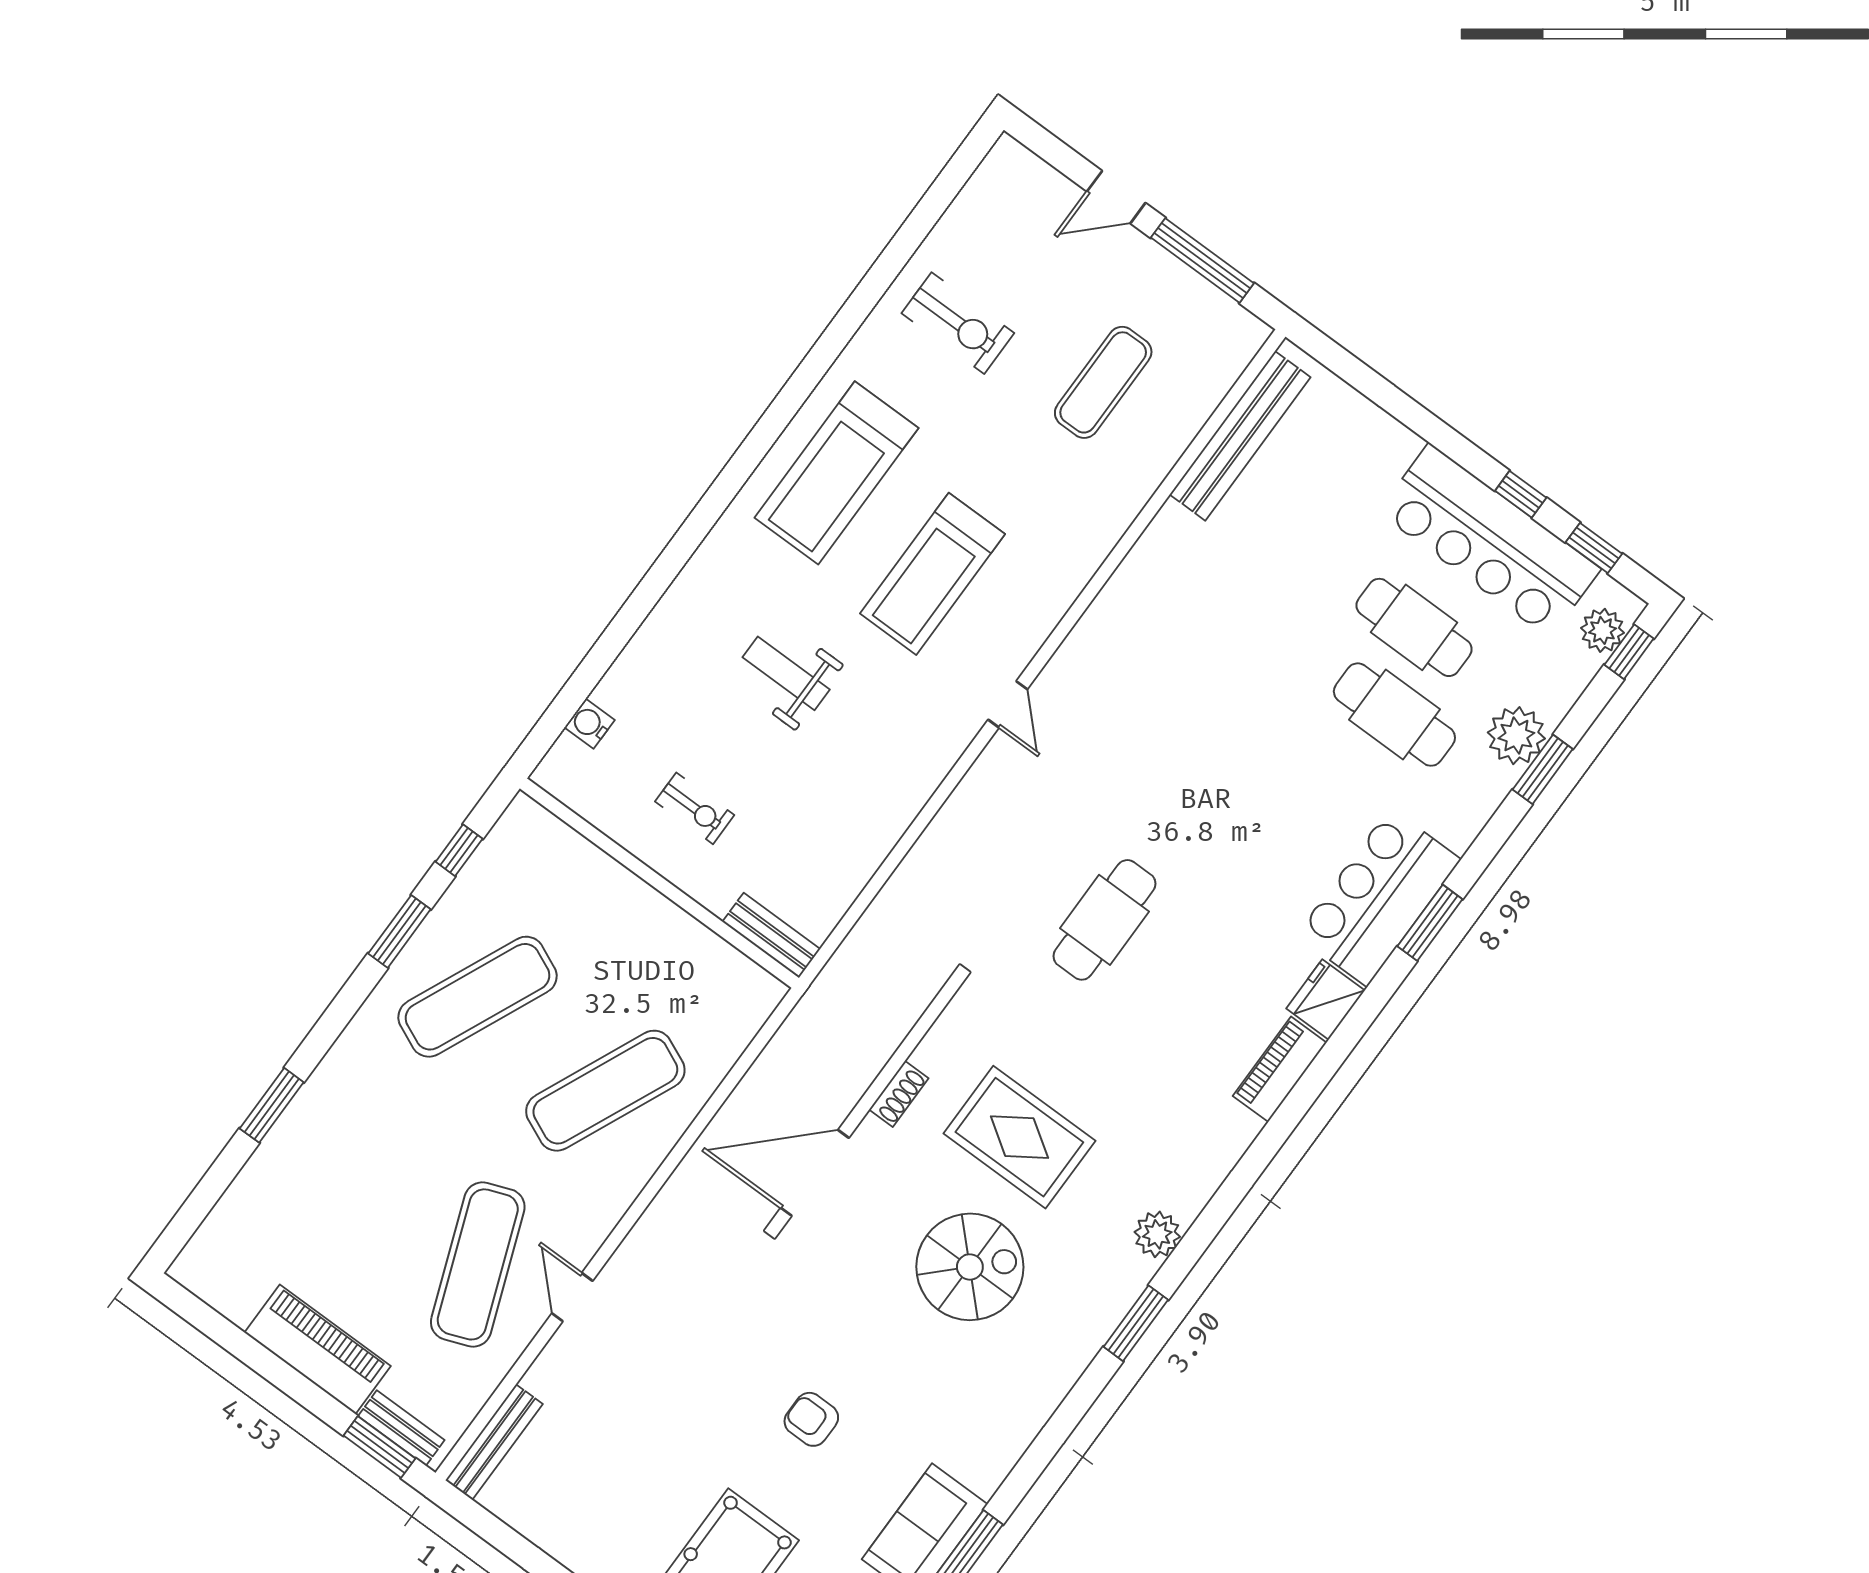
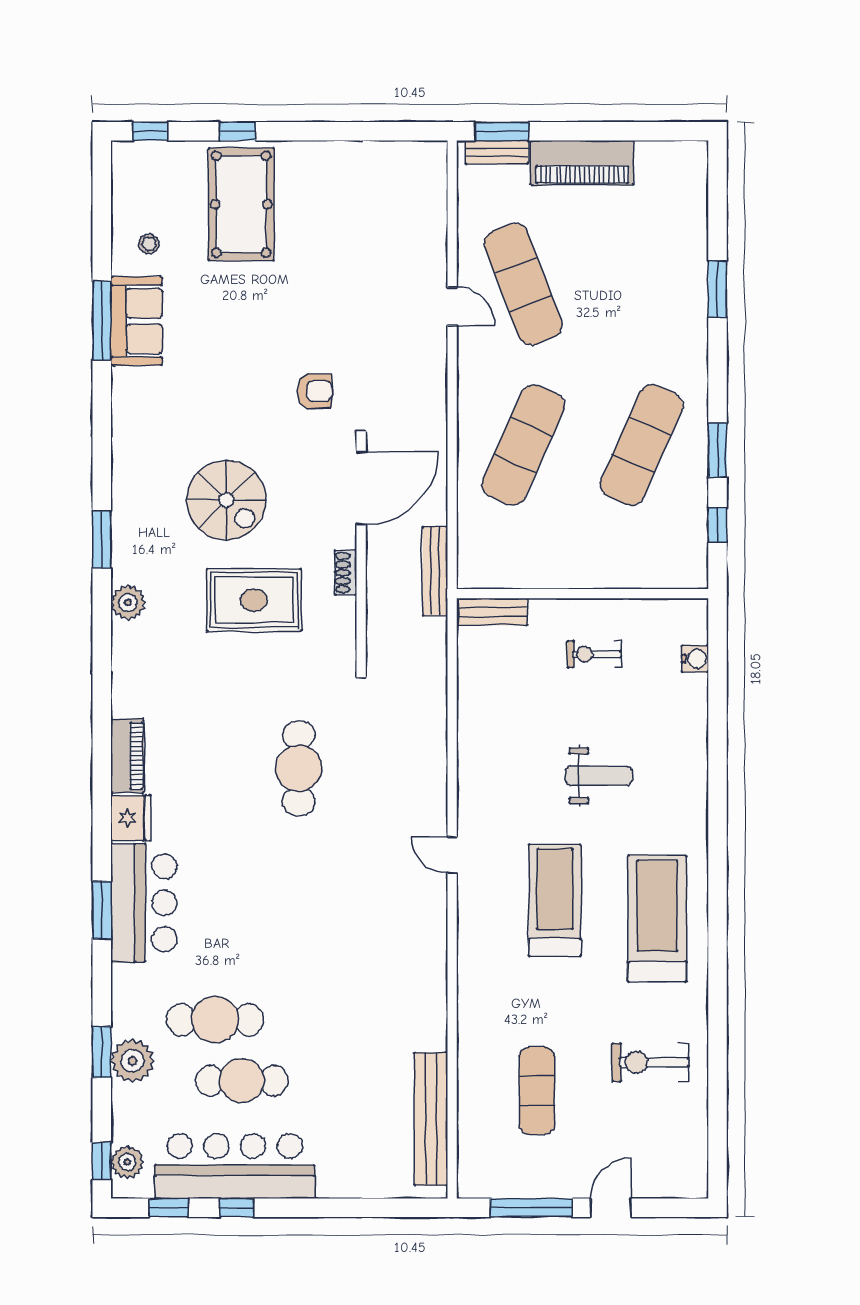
spiral stairs: (970, 1267) -> (226, 500), turned -90
armchair: (811, 1419) -> (315, 391), moved
bench: (494, 1442) -> (435, 571), moved

